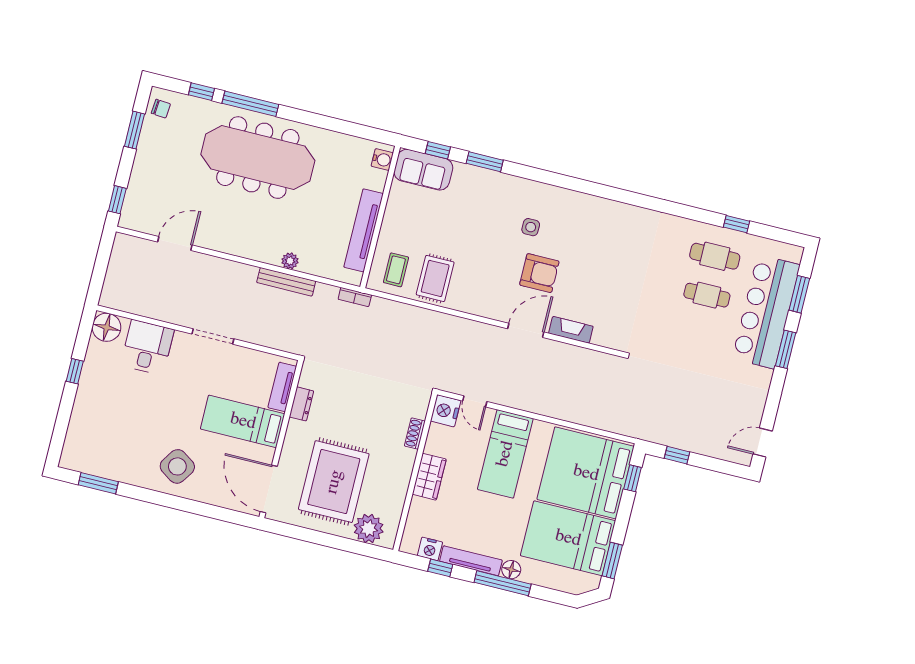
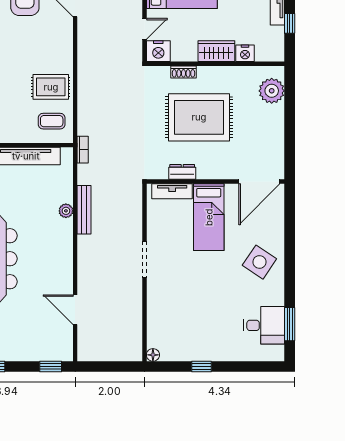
floor lamp: (107, 327) -> (153, 355), width x0.53, depth x0.53
desk: (147, 347) -> (264, 325), moved, turned 180
rug: (334, 482) -> (199, 117), moved
nightstand: (430, 549) -> (245, 53), moved, turned 90

